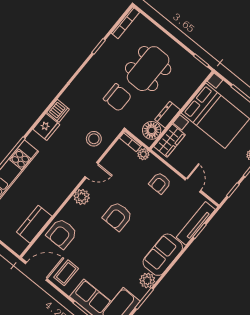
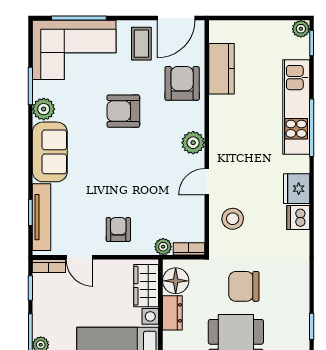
bookcase: (213, 194) -> (49, 266), added
armchair: (118, 216) -> (123, 111), moved, turned -90

